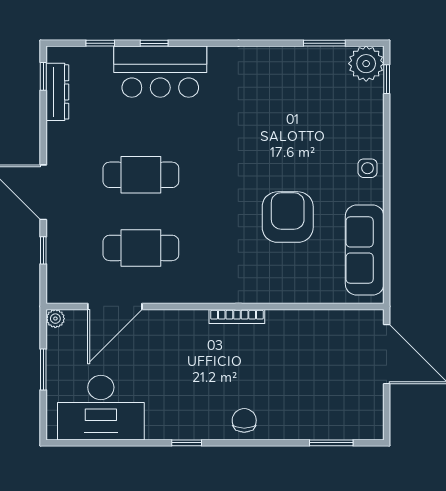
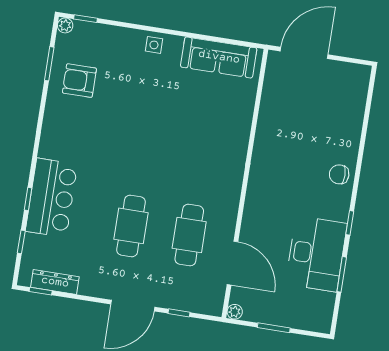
plant: (366, 64) -> (65, 25), width x0.53, depth x0.53
armchair: (288, 217) -> (79, 81), moved, width x0.73, depth x0.73
bookcase: (237, 316) -> (256, 167), removed
desk: (101, 408) -> (316, 254), moved
window: (331, 443) -> (342, 274), moved

